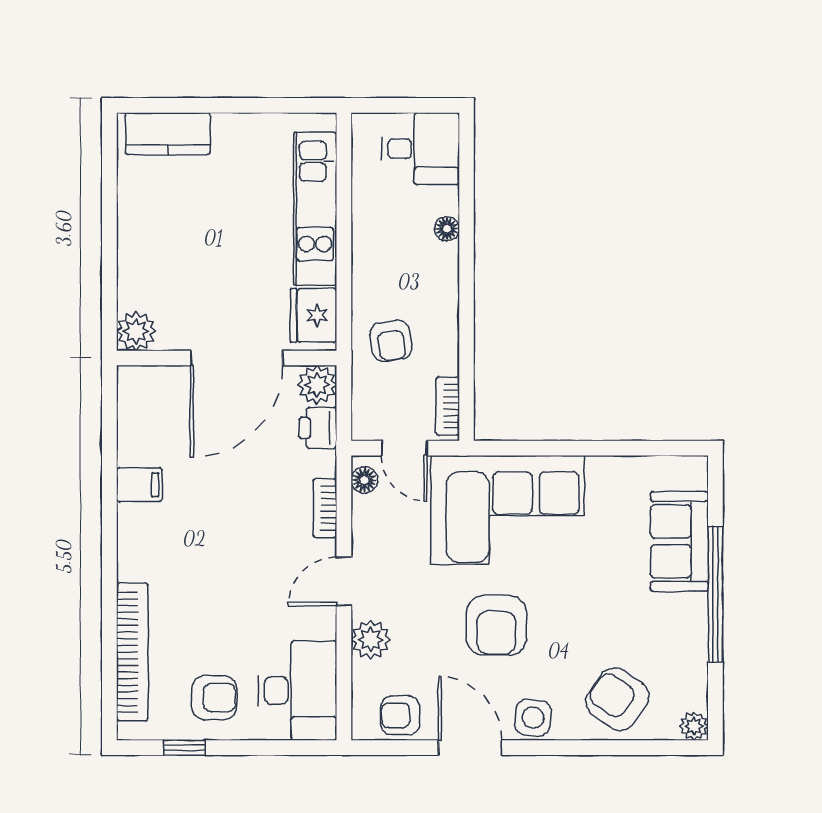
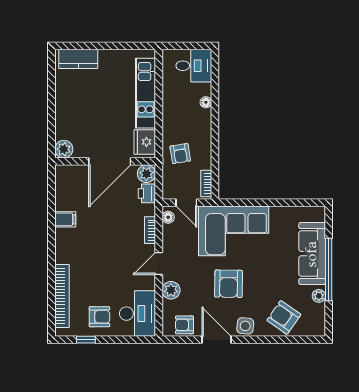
sofa: (679, 541) -> (312, 254), width x1.36
plant: (694, 726) -> (319, 296), moved

